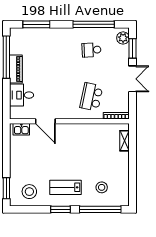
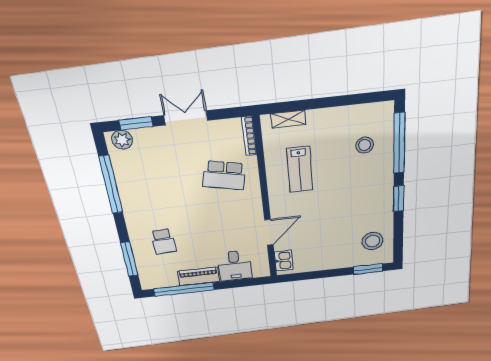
school desk: (91, 50) -> (163, 241), moved
lab bench: (66, 187) -> (300, 169), moved

